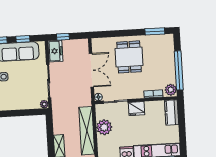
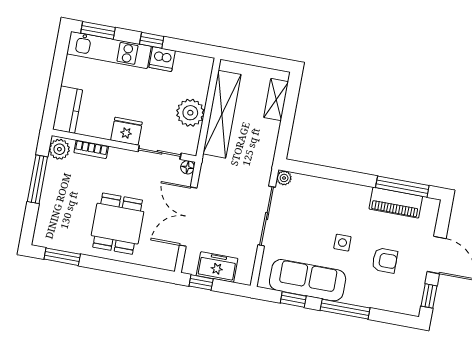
window: (63, 37) -> (201, 282), moved
freezer: (55, 51) -> (217, 267), moved, turned 90
window: (179, 70) -> (37, 179), width x0.68

